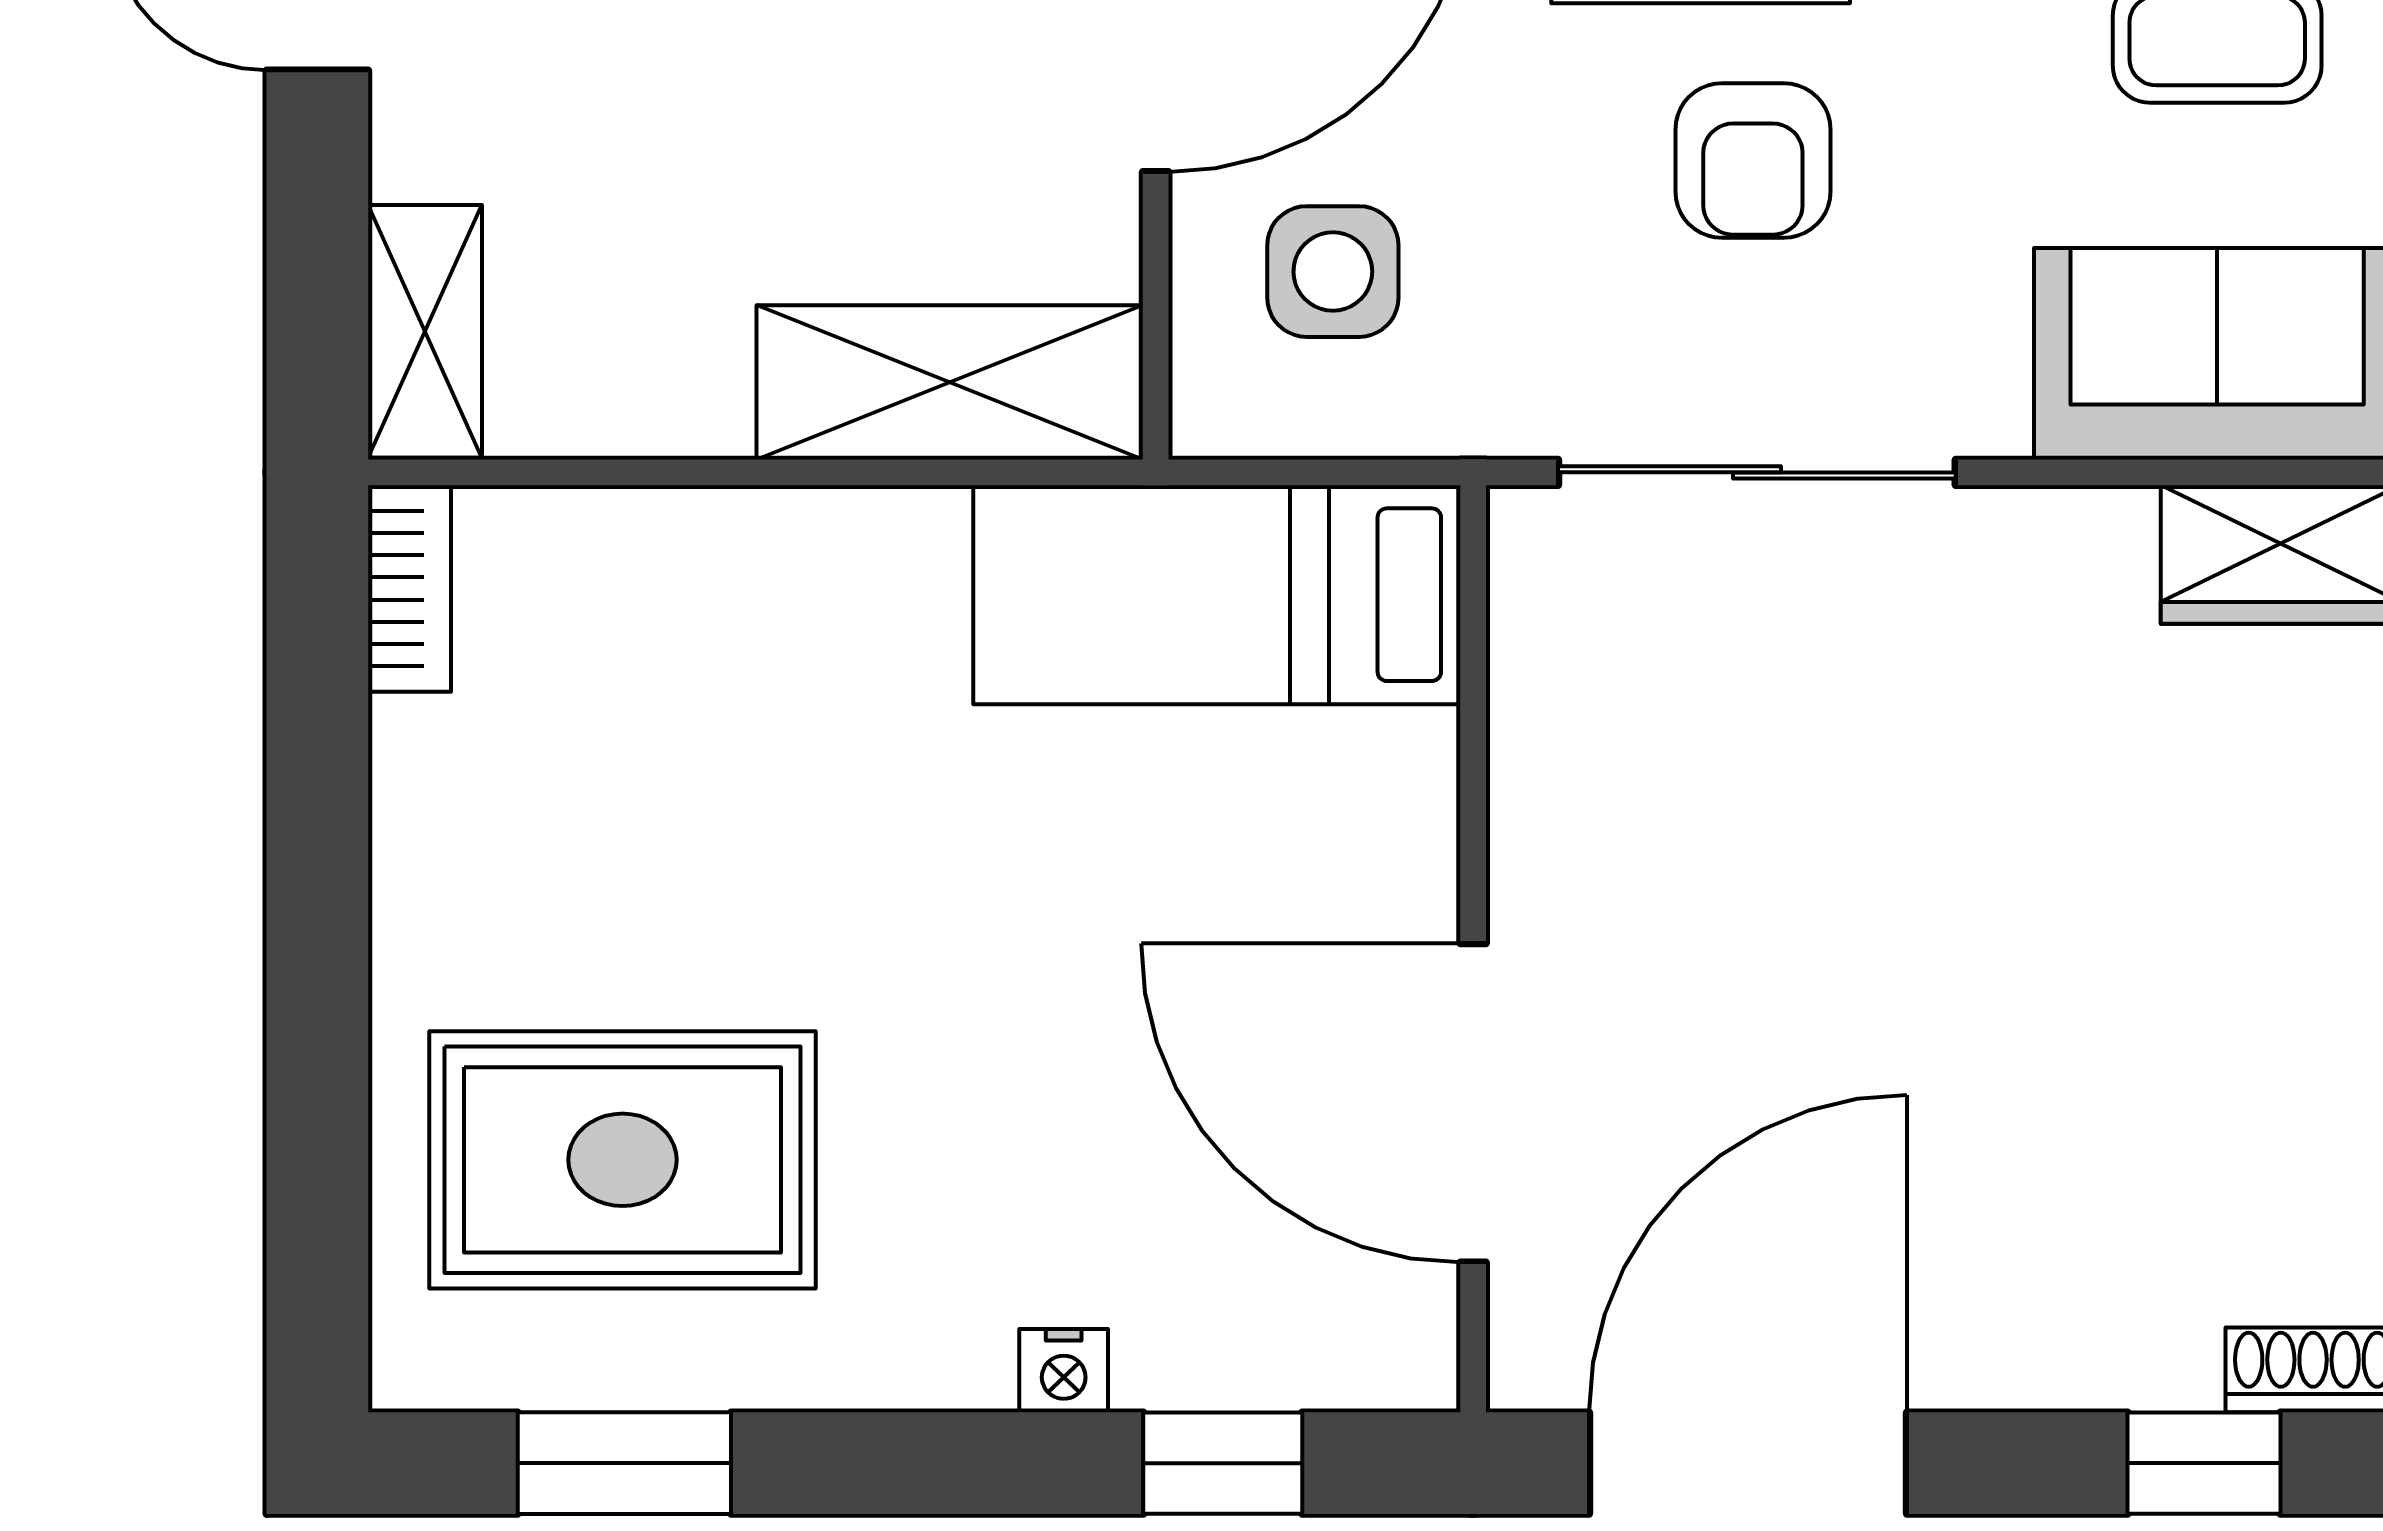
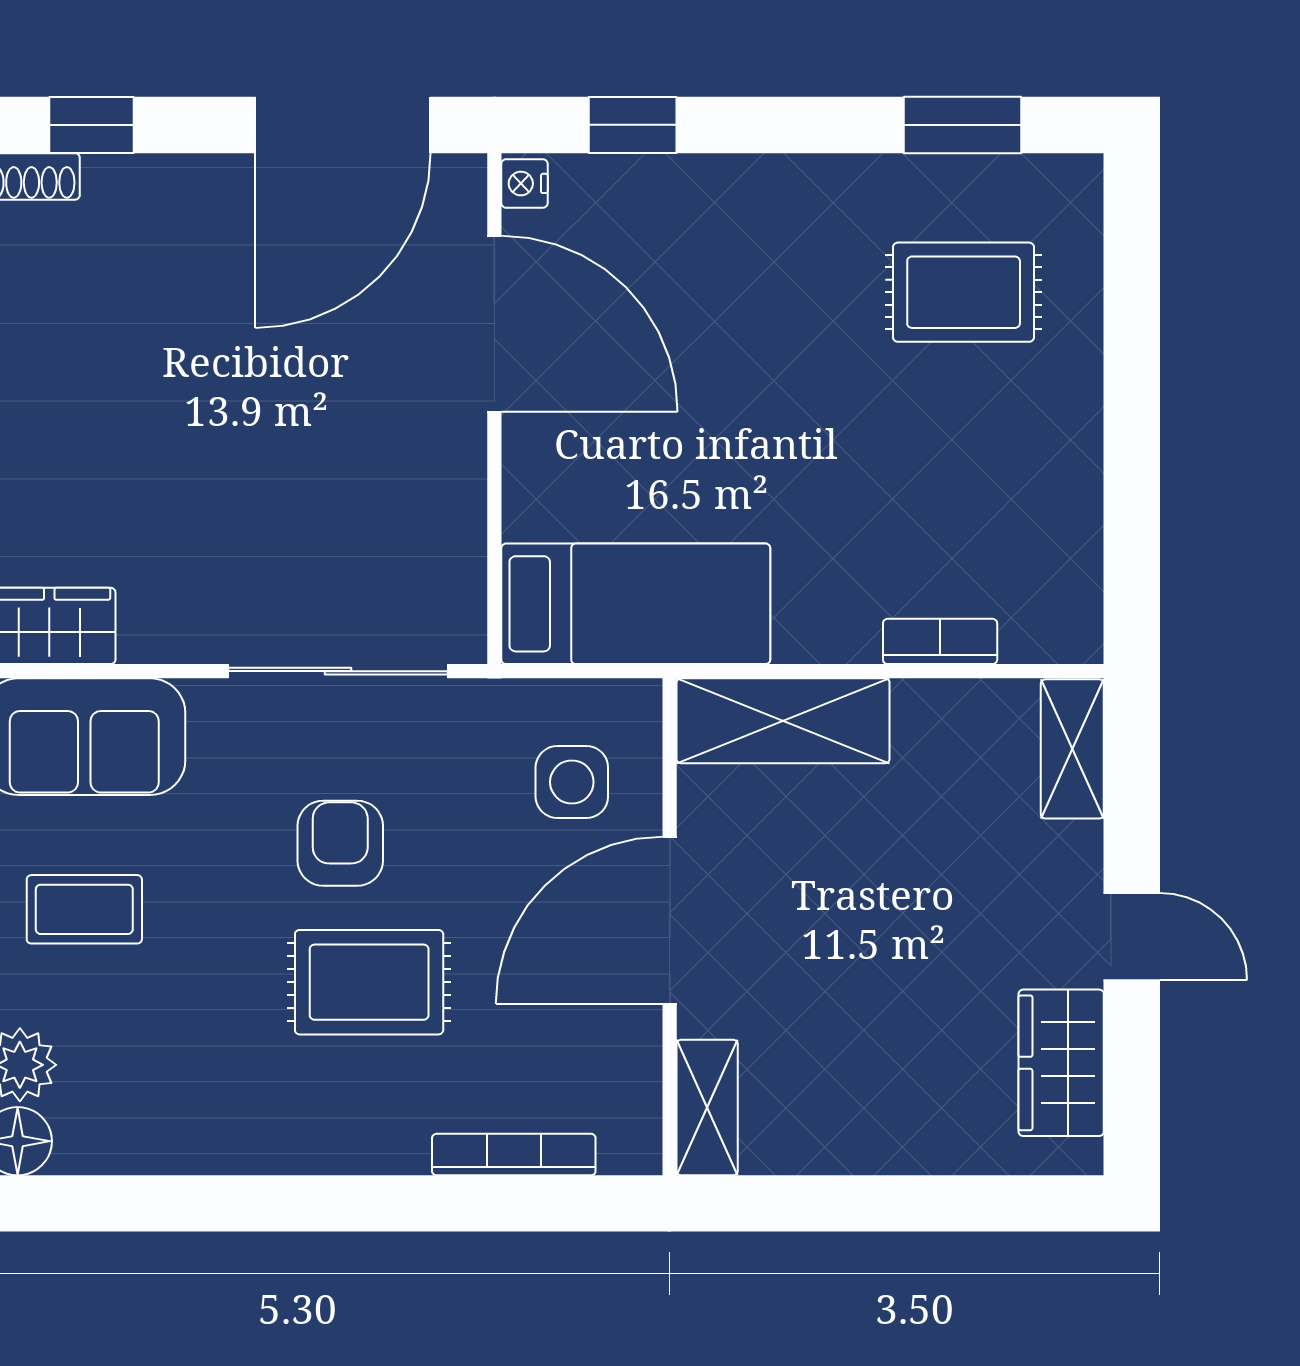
bookcase: (409, 588) -> (940, 641), moved, turned 90
rug: (622, 1160) -> (964, 292), width x0.73, depth x0.70
nightstand: (1064, 1371) -> (524, 183), moved, turned -90

